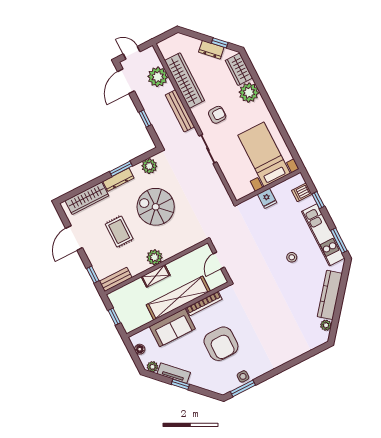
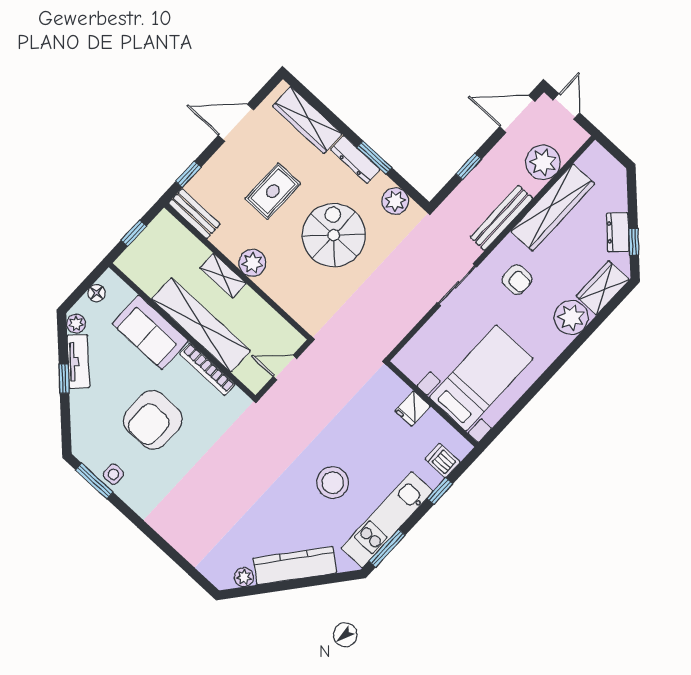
stool: (292, 257) -> (333, 483), width x1.89, depth x1.89

